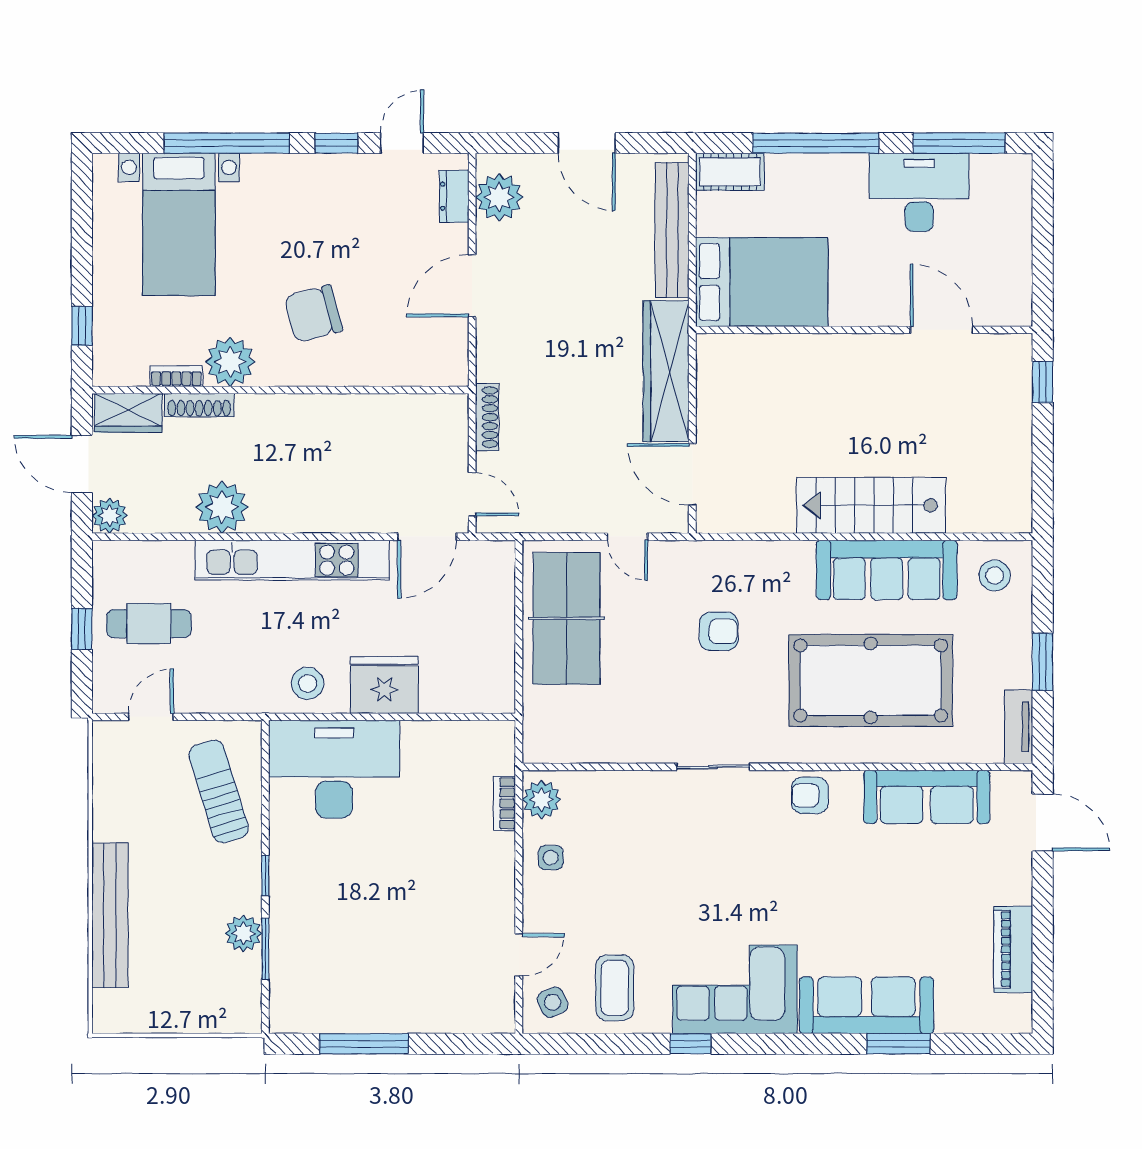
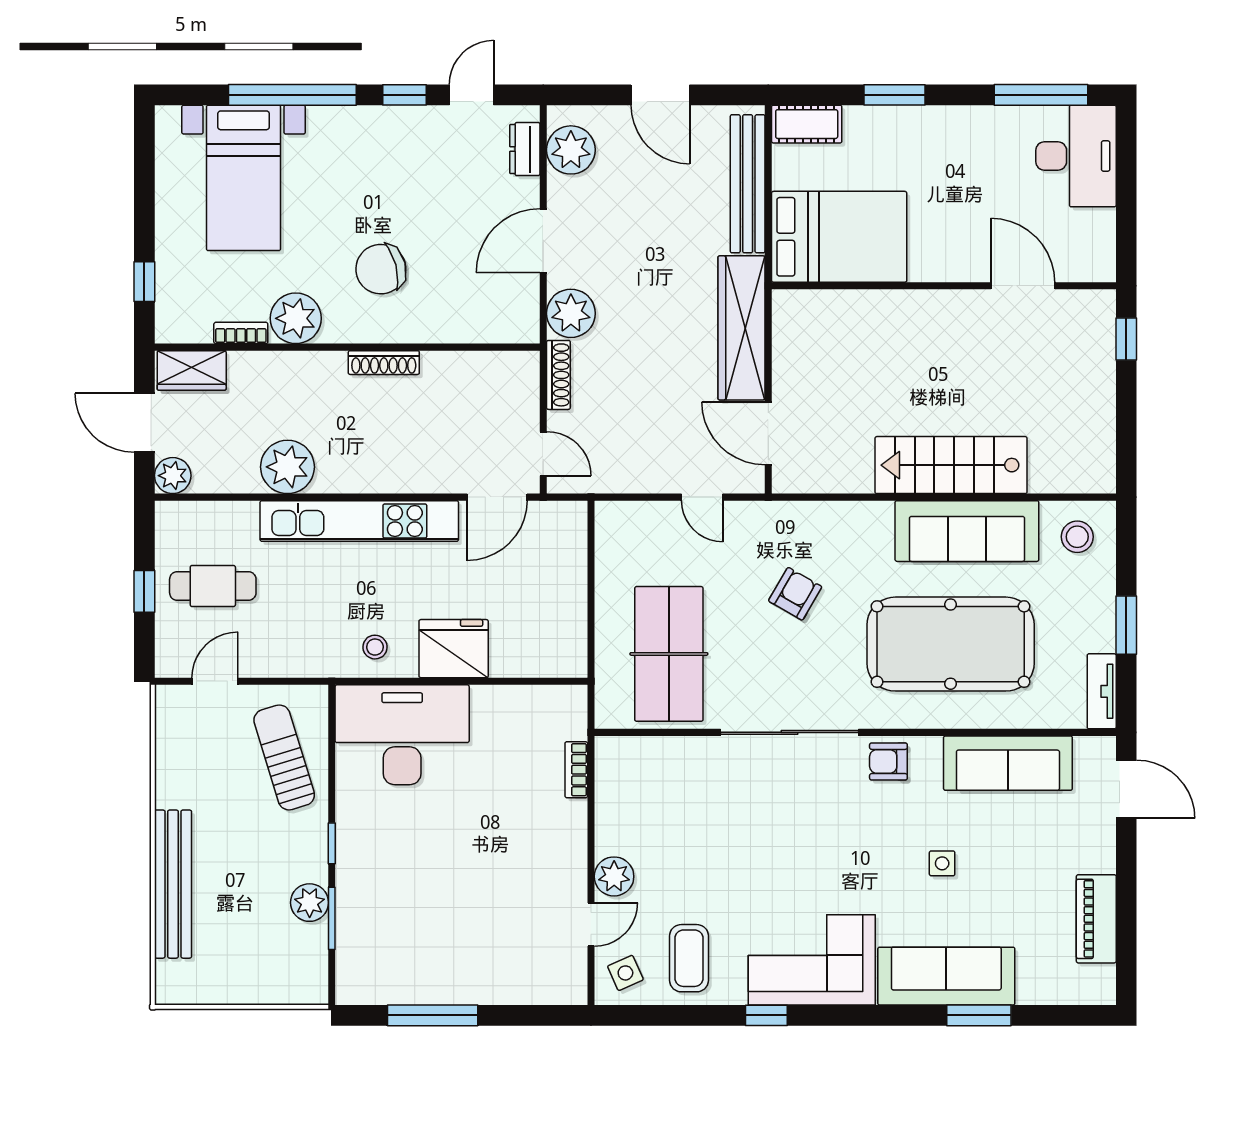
window: (816, 143) -> (894, 95), width x0.47
desk: (919, 192) -> (1076, 156), moved, turned 90
plant: (499, 357) -> (571, 313), added
shoe rack: (199, 405) -> (384, 363), moved
table tennis table: (566, 618) -> (669, 654), moved
armchair: (719, 631) -> (795, 594), turned -60
stool: (308, 683) -> (375, 647), width x0.73, depth x0.73
sliding door: (713, 767) -> (789, 732), width x1.86
plant: (541, 800) -> (614, 876), moved
side table: (551, 858) -> (942, 863), moved

